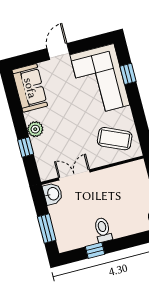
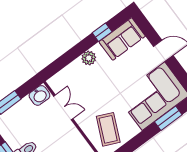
window: (128, 74) -> (168, 118), width x1.50
window: (26, 147) -> (102, 32), moved

